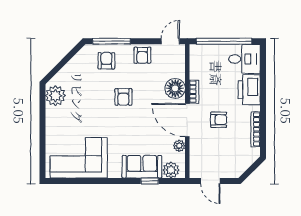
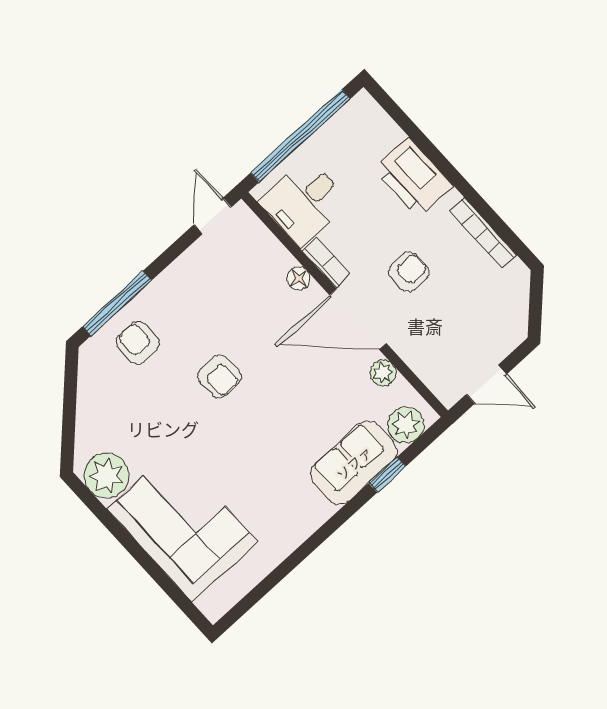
armchair: (142, 55) -> (188, 280), removed
desk: (244, 59) -> (304, 202), moved, turned 180
floor lamp: (175, 88) -> (299, 279), width x0.53, depth x0.53
corner sofa: (79, 158) -> (182, 525), moved, turned 90

